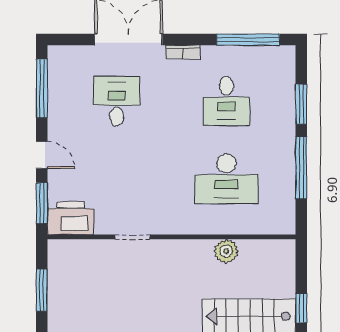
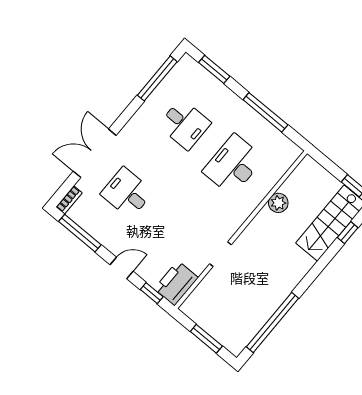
bookcase: (183, 52) -> (69, 200), moved
window: (301, 104) -> (214, 69), moved
desk: (226, 179) -> (233, 165), turned 180
window: (42, 203) -> (152, 293), width x0.67

